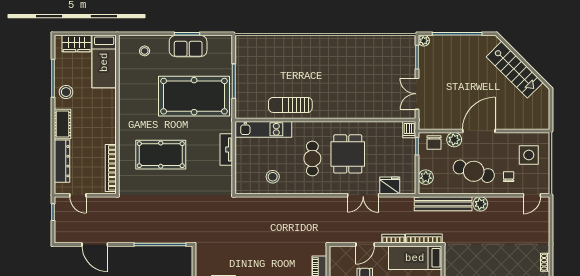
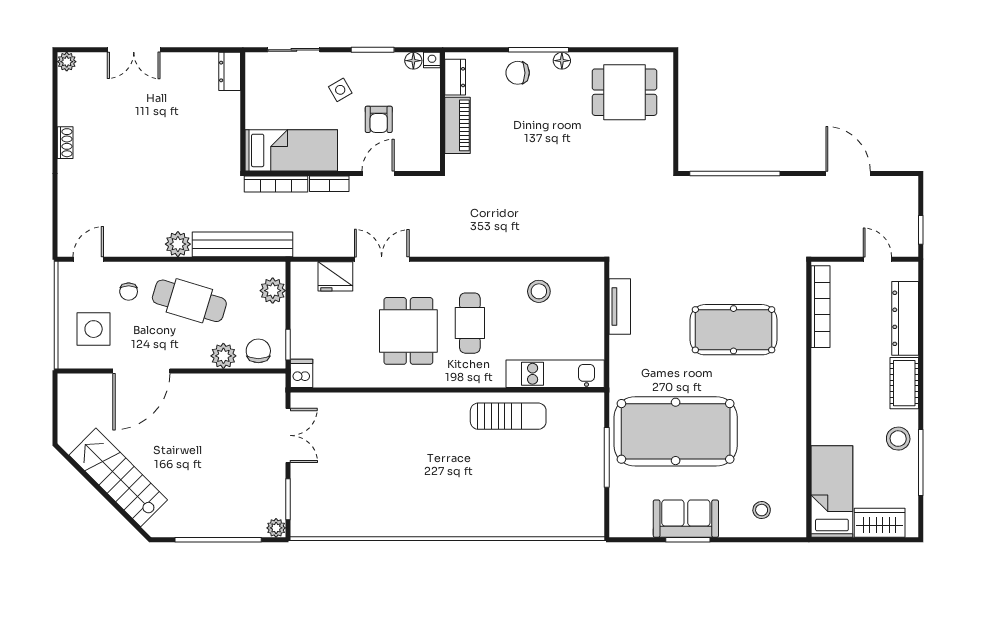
door: (479, 131) -> (141, 371), moved
tv unit: (226, 150) -> (620, 307), moved

